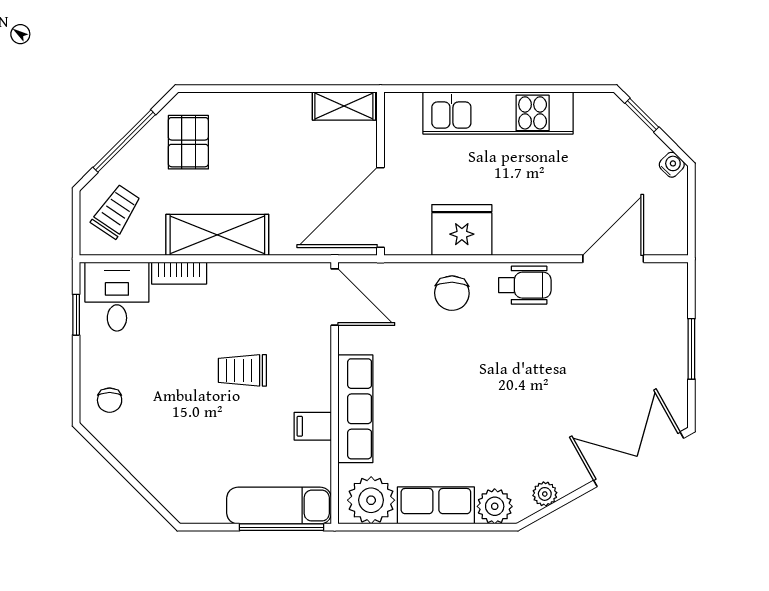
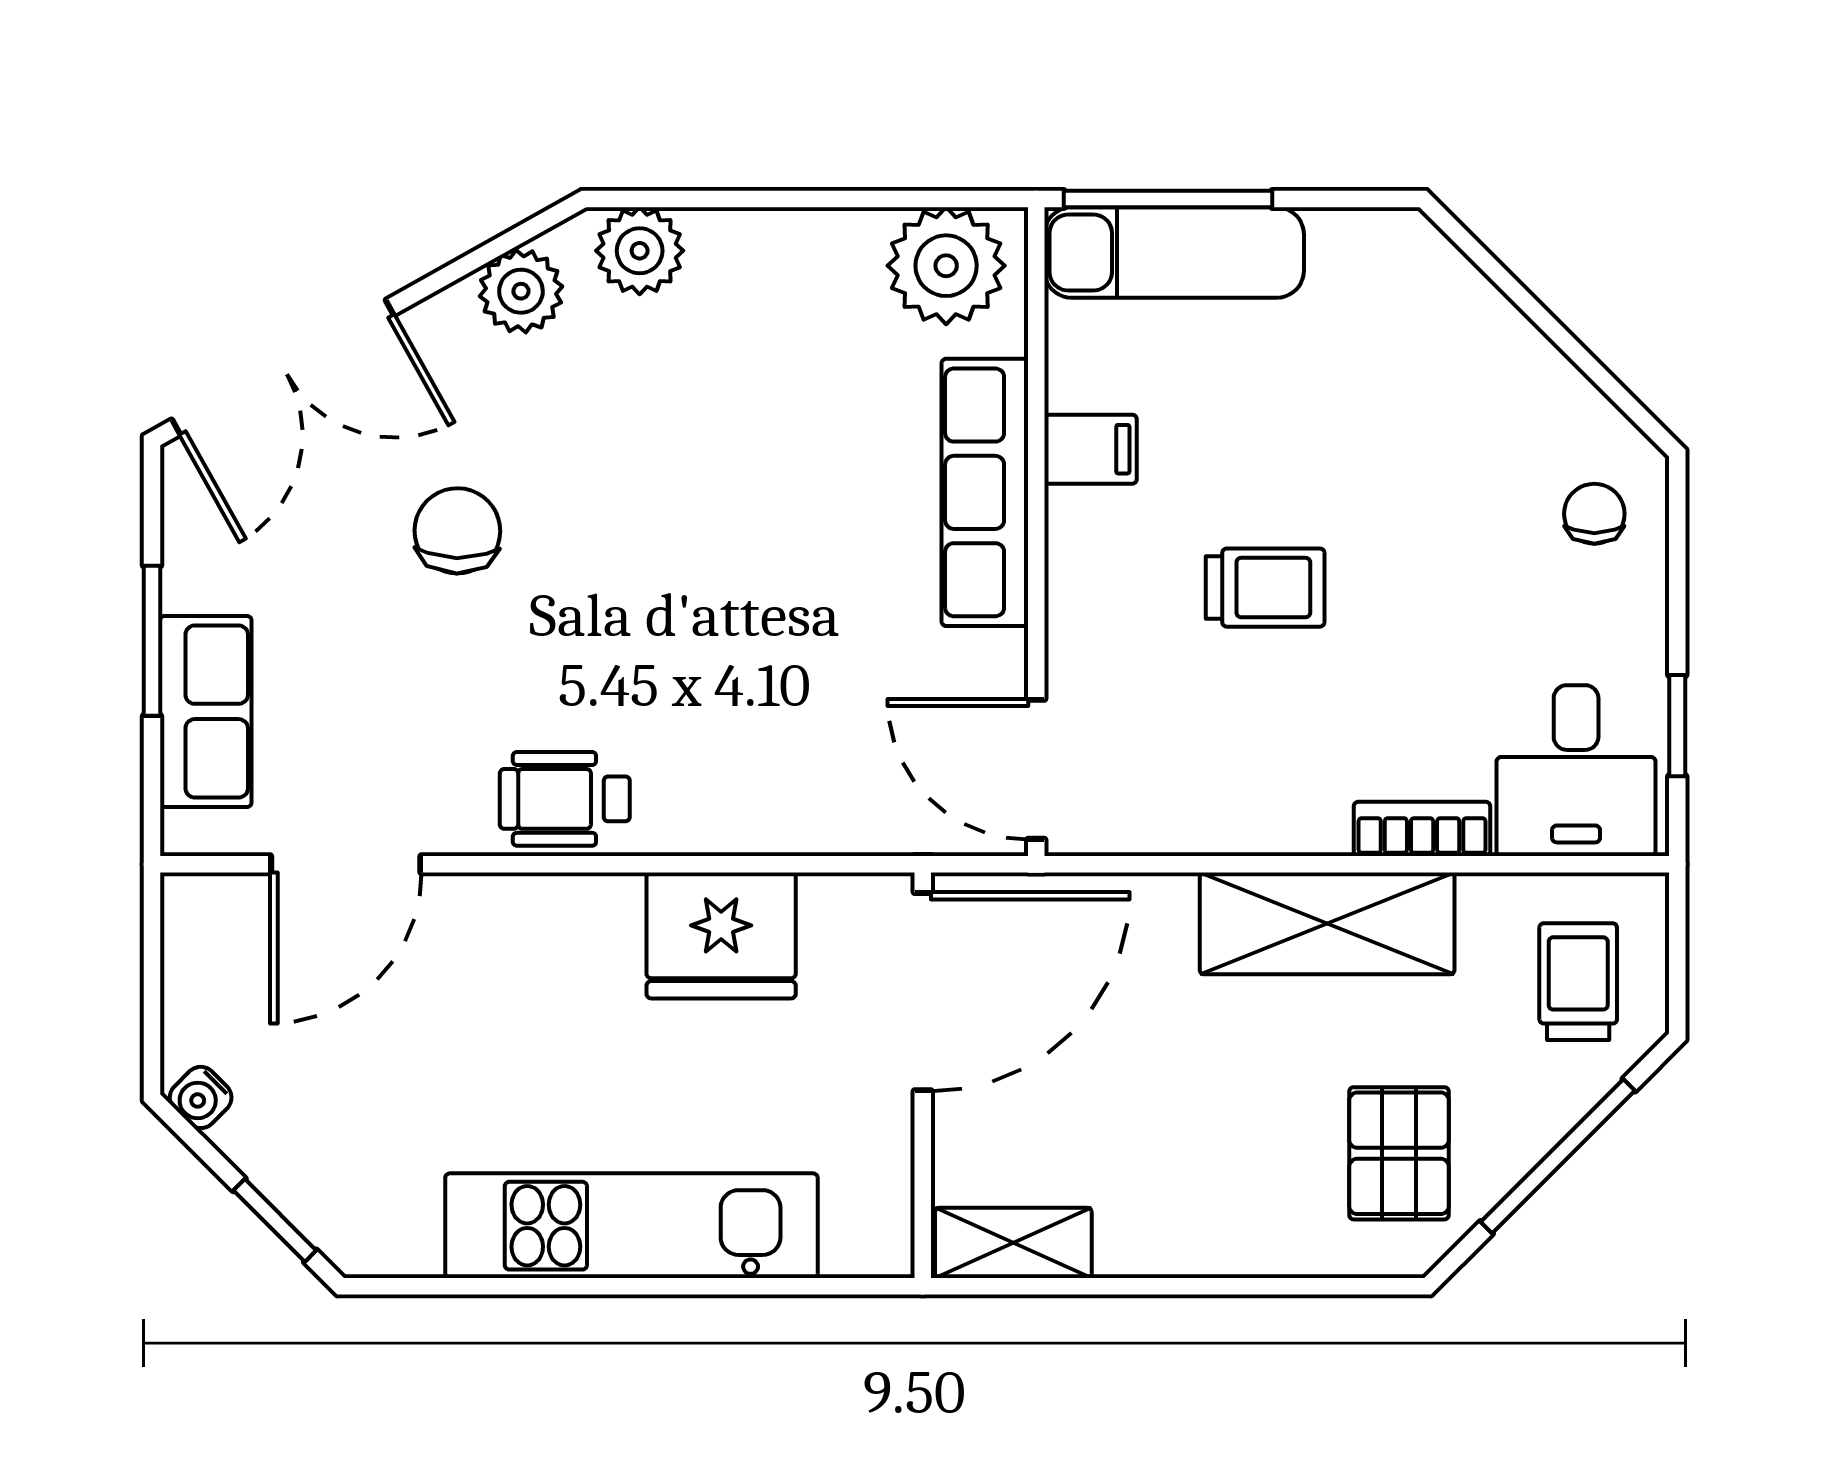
trolley: (116, 211) -> (1578, 982), turned 146
chair: (452, 293) -> (457, 531), moved
plant: (545, 494) -> (521, 291), width x1.38, depth x1.38
row of seats: (436, 505) -> (206, 711), moved, turned -90

